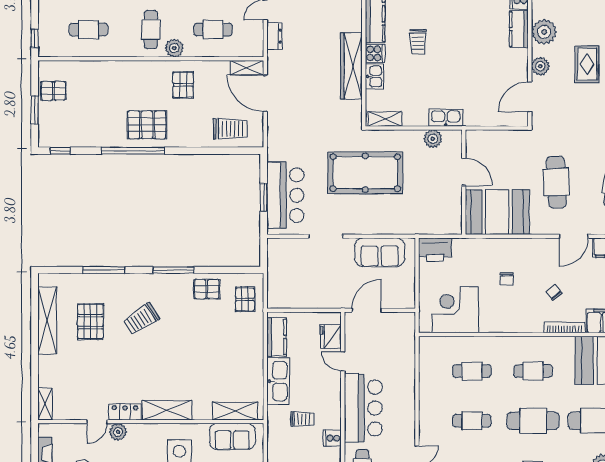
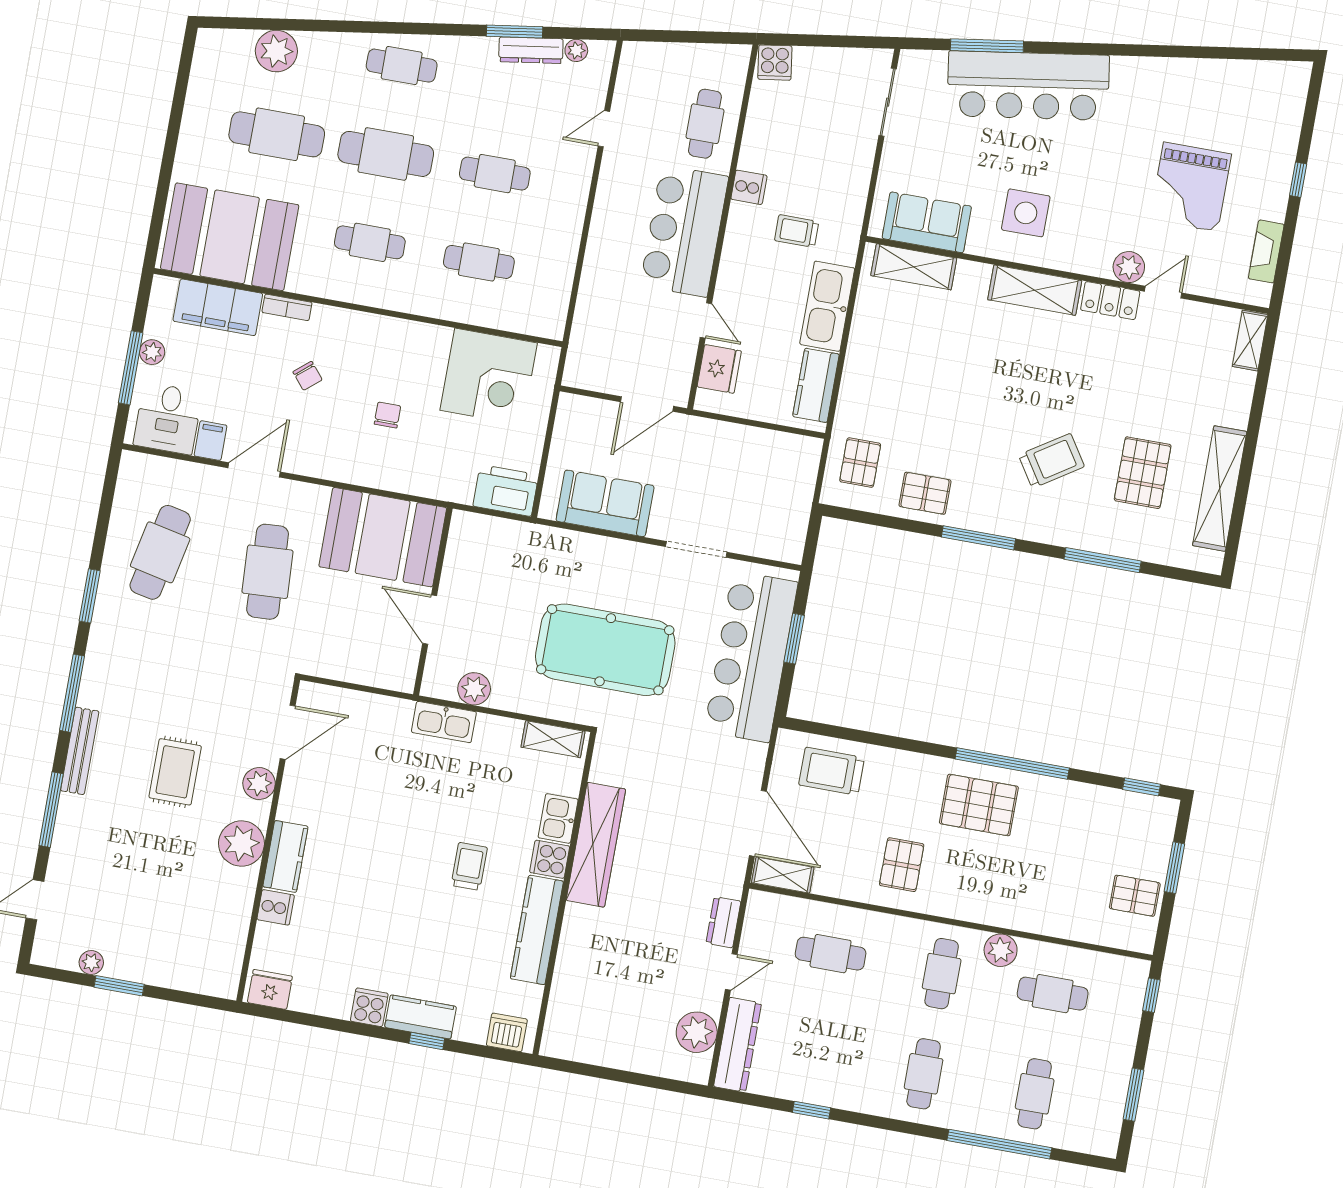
plant: (174, 48) -> (1001, 950), moved
bar counter: (285, 195) -> (751, 657), width x1.36
bookcase: (564, 328) -> (287, 307), width x0.64

